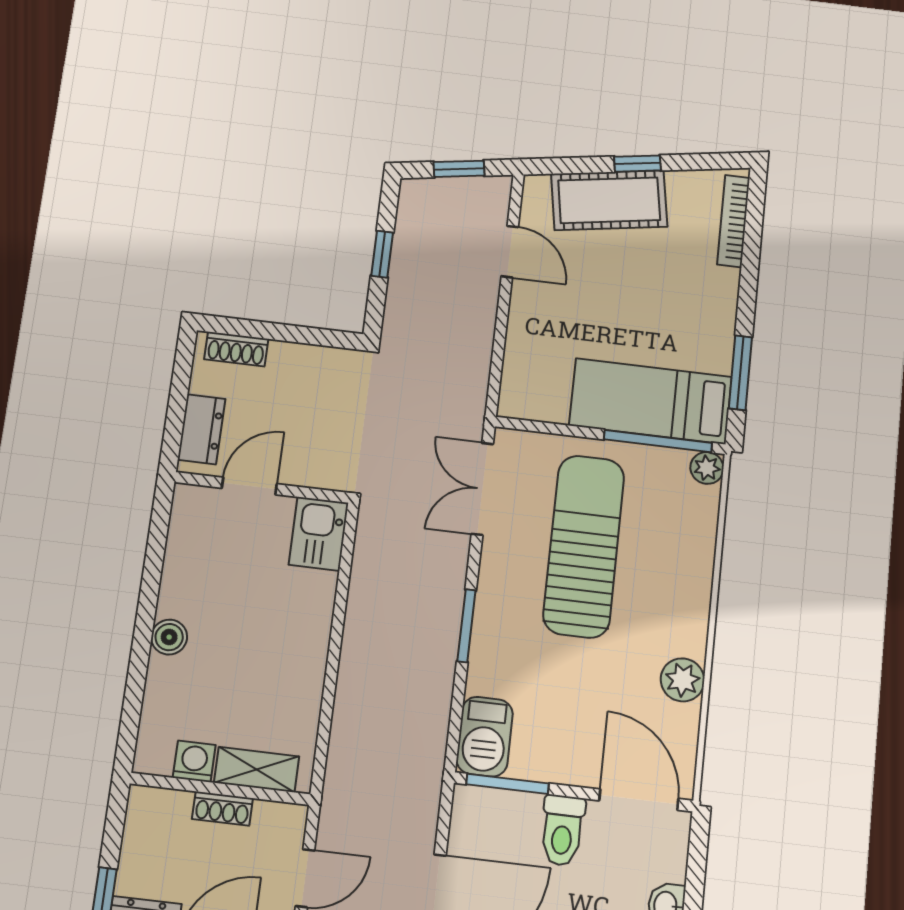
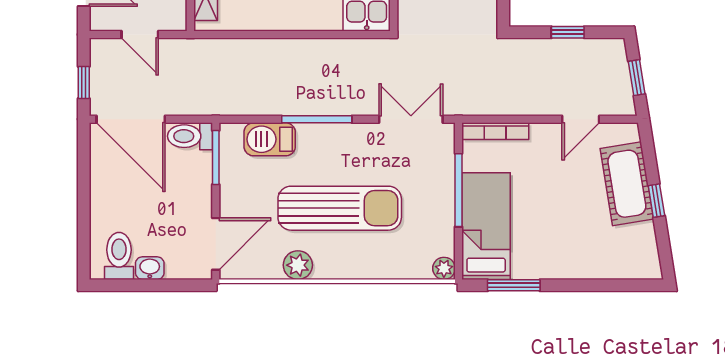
bookcase: (733, 221) -> (495, 131), moved, turned 180
window: (658, 441) -> (459, 190), moved
sun lounger: (584, 546) -> (340, 208), moved
window: (466, 626) -> (317, 119), width x1.44
barbecue: (485, 737) -> (270, 139), moved
toilet: (562, 830) -> (190, 136), moved

